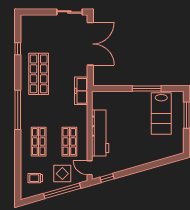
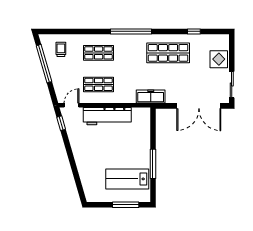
display table: (62, 174) -> (219, 59), moved
window: (62, 191) -> (44, 64), moved

